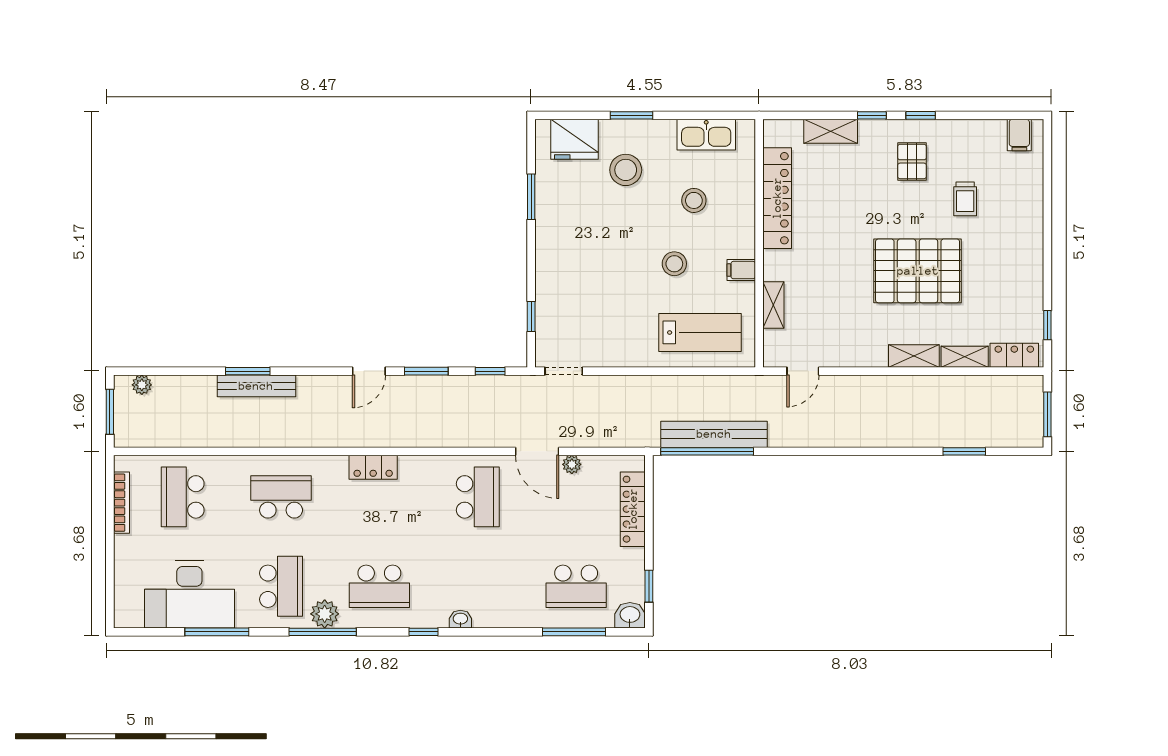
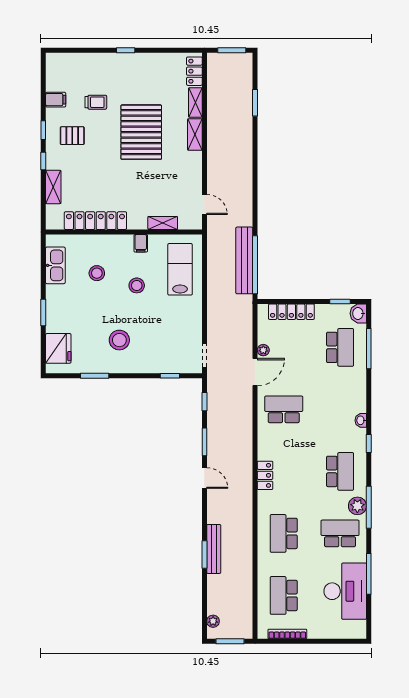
filing cabinet: (1019, 135) -> (56, 100), moved
stool: (626, 170) -> (119, 340), moved
window: (1047, 325) -> (126, 50), moved
school desk: (183, 497) -> (284, 595), turned 90

